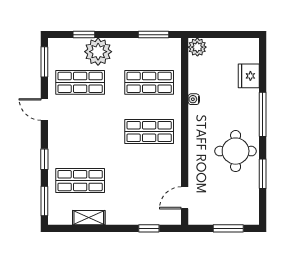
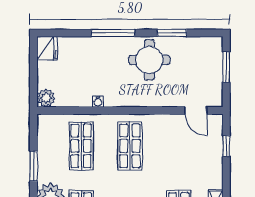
window: (153, 35) -> (34, 166), moved
fridge: (249, 76) -> (47, 48), moved, turned -90

